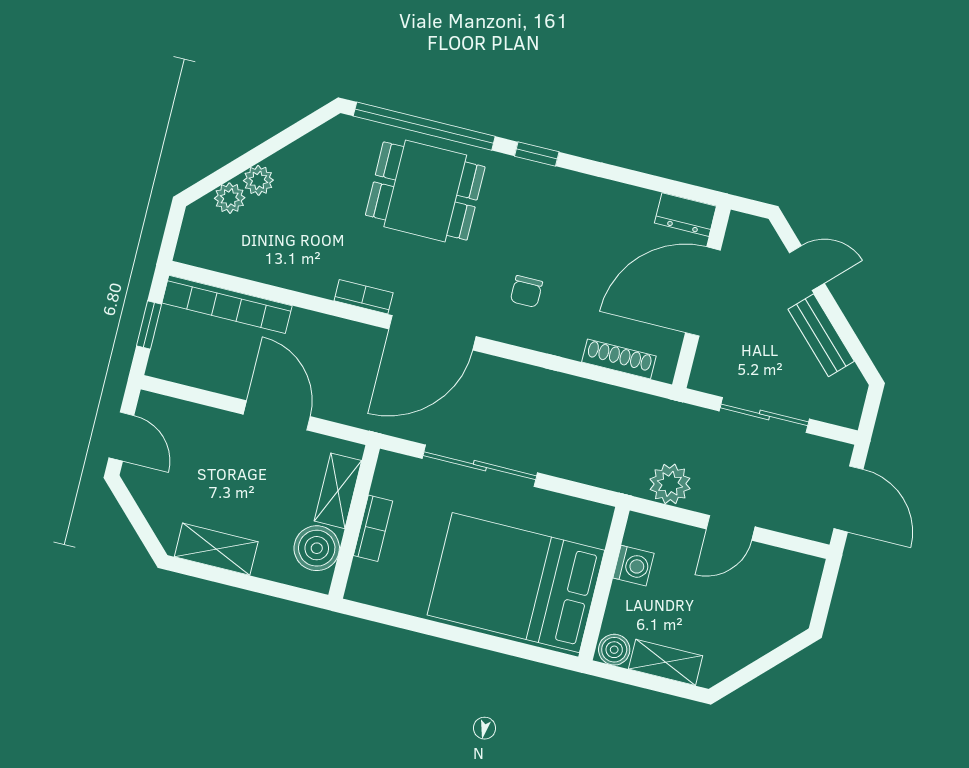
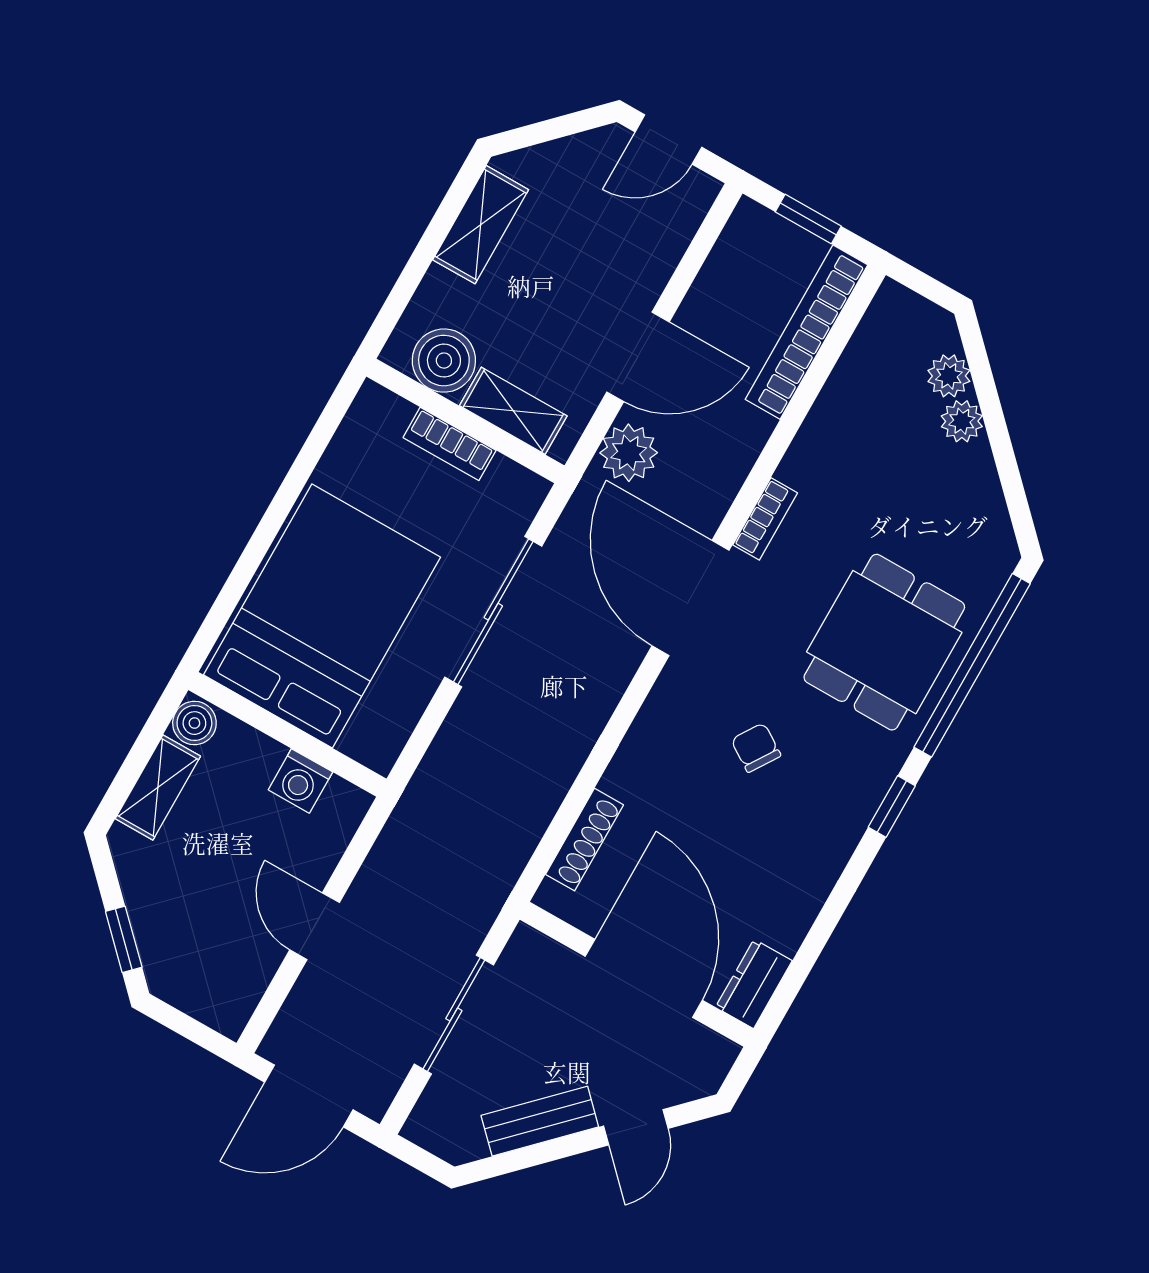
chair: (526, 291) -> (756, 748), moved, turned 33
plant: (670, 484) -> (629, 453), moved
window: (777, 657) -> (124, 939), added

